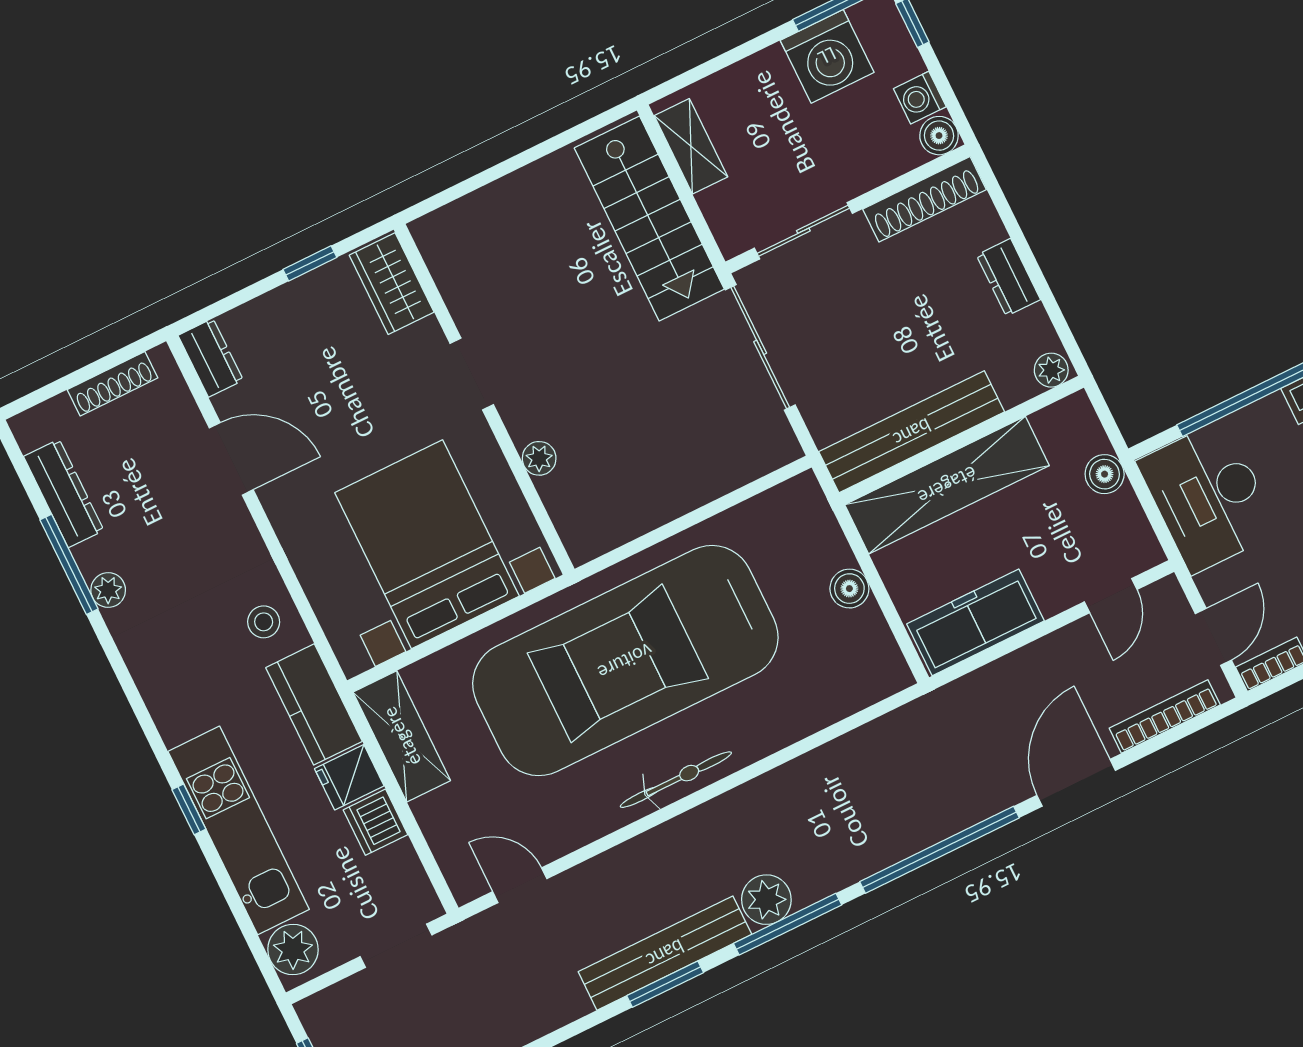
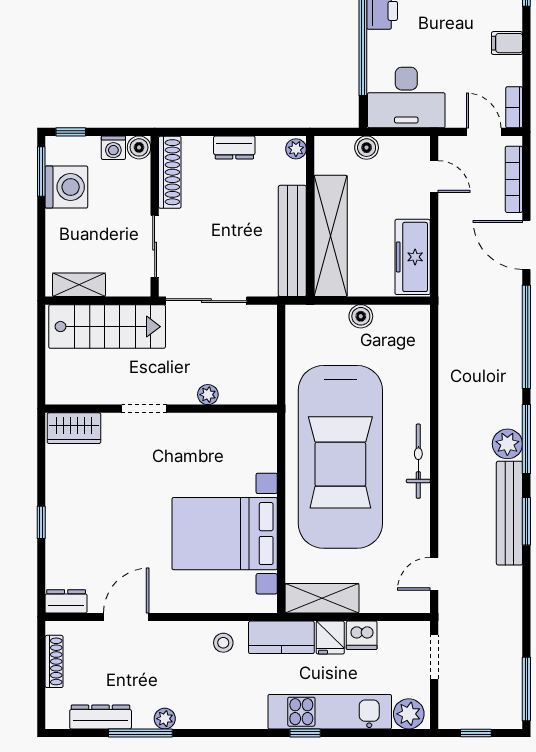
wardrobe: (392, 284) -> (74, 428), moved
doorway: (472, 374) -> (144, 409), moved
wall: (484, 399) -> (161, 409), moved
plant: (539, 458) -> (208, 395), moved

